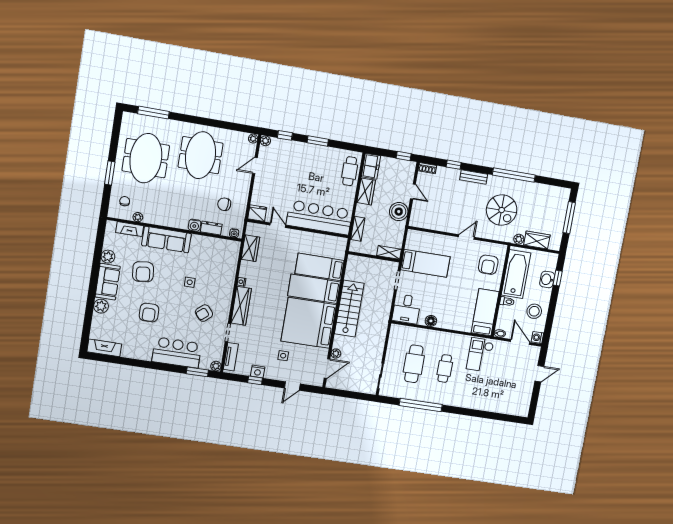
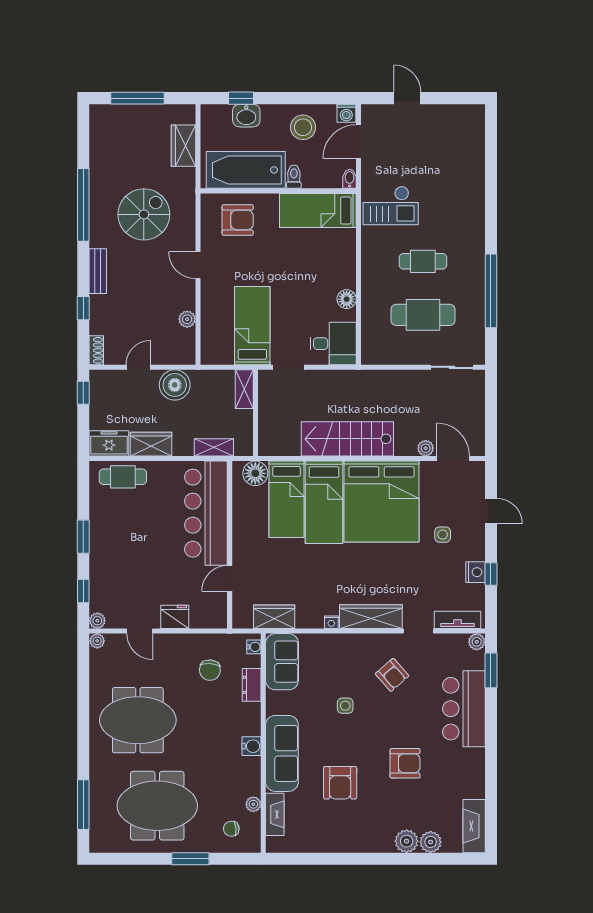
fridge: (257, 213) -> (175, 617), moved, turned 90
water cooler: (195, 225) -> (251, 746), moved
plant: (519, 239) -> (187, 319), moved
floor lamp: (338, 251) -> (255, 473), added
plant: (108, 257) -> (431, 842), moved
armchair: (143, 272) -> (340, 783), turned 96
sofa: (108, 282) -> (282, 662), moved, turned 90

